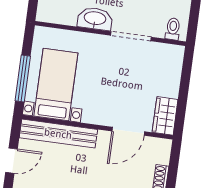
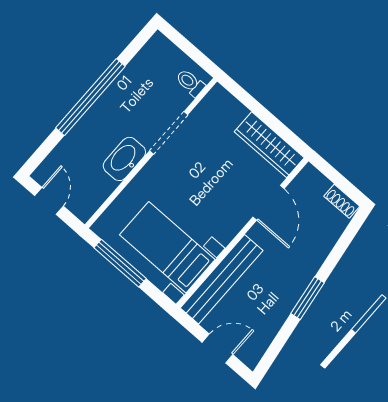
window: (23, 79) -> (120, 263), moved
wardrobe: (165, 116) -> (269, 145), width x1.50
door: (12, 161) -> (218, 348), hinge flipped

